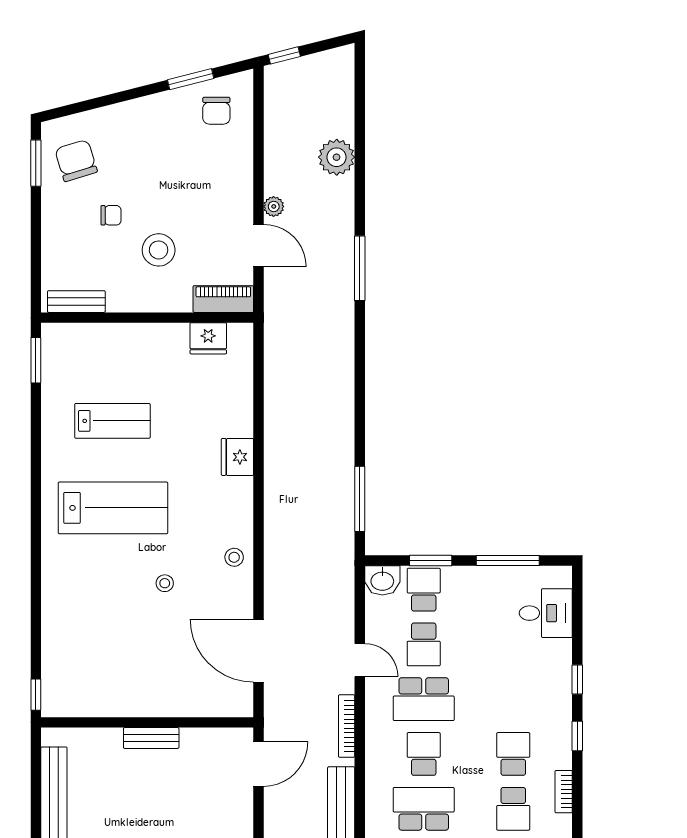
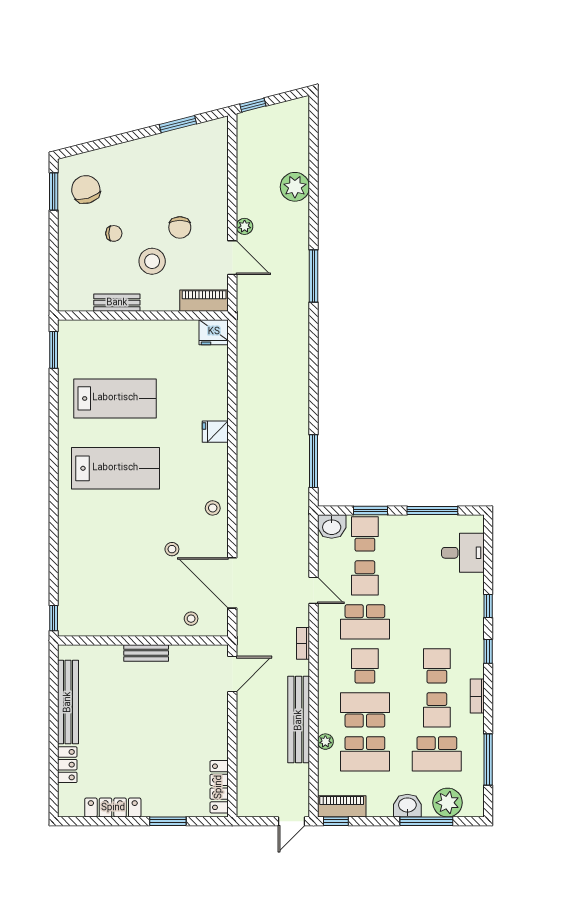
chair: (216, 111) -> (180, 227), moved
bench: (76, 302) -> (117, 303), moved
fridge: (208, 338) -> (214, 332), moved
lab bench: (112, 421) -> (115, 398), width x1.36, depth x1.39
fridge: (237, 457) -> (215, 432), width x0.72
stool: (165, 583) -> (172, 549), moved
stool: (207, 695) -> (191, 619), added
bookcase: (347, 726) -> (303, 643), width x0.64

